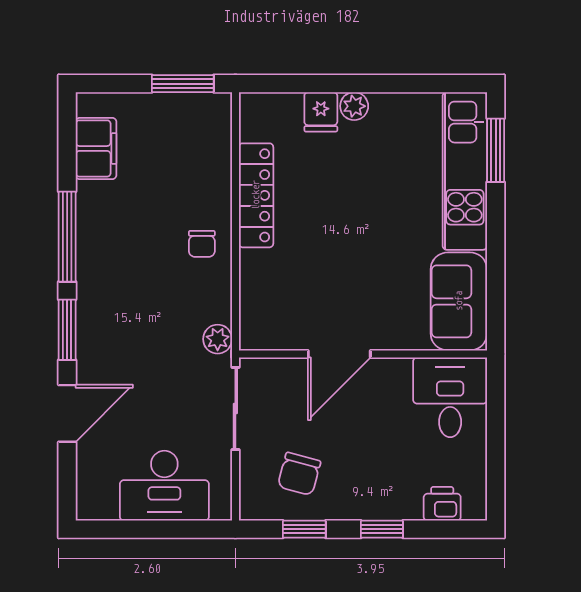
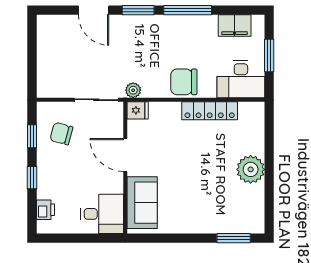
window: (183, 84) -> (269, 56), moved
plant: (354, 106) -> (251, 169), width x1.87, depth x1.87
fridge: (321, 112) -> (138, 110), moved, turned 180
kitchen unit: (465, 171) -> (223, 222), removed
chair: (202, 244) -> (184, 82), width x1.87, depth x1.87
sofa: (459, 301) -> (142, 203), moved, turned 90
desk: (164, 486) -> (241, 79), moved, turned -90

